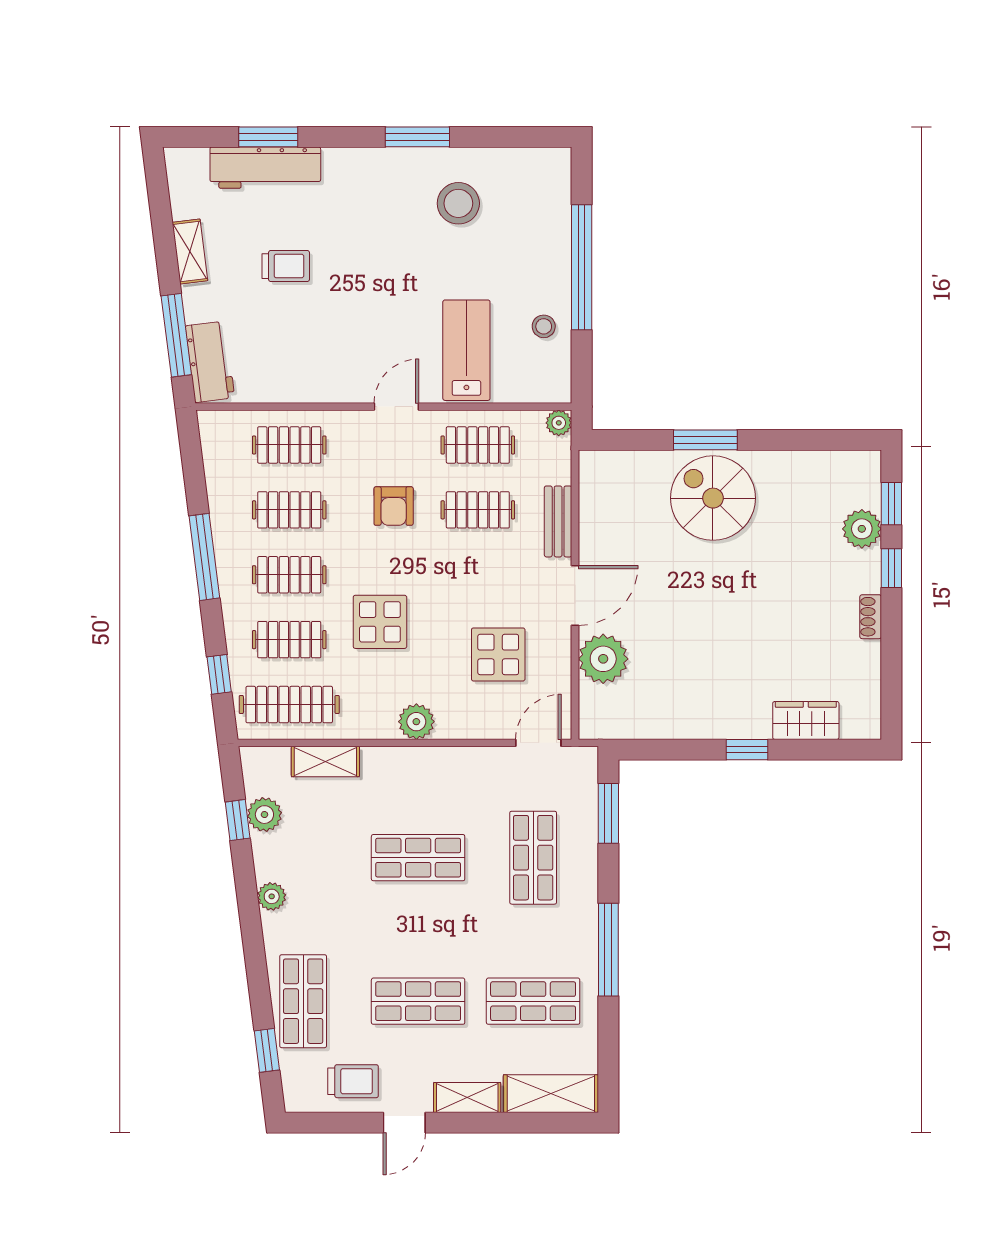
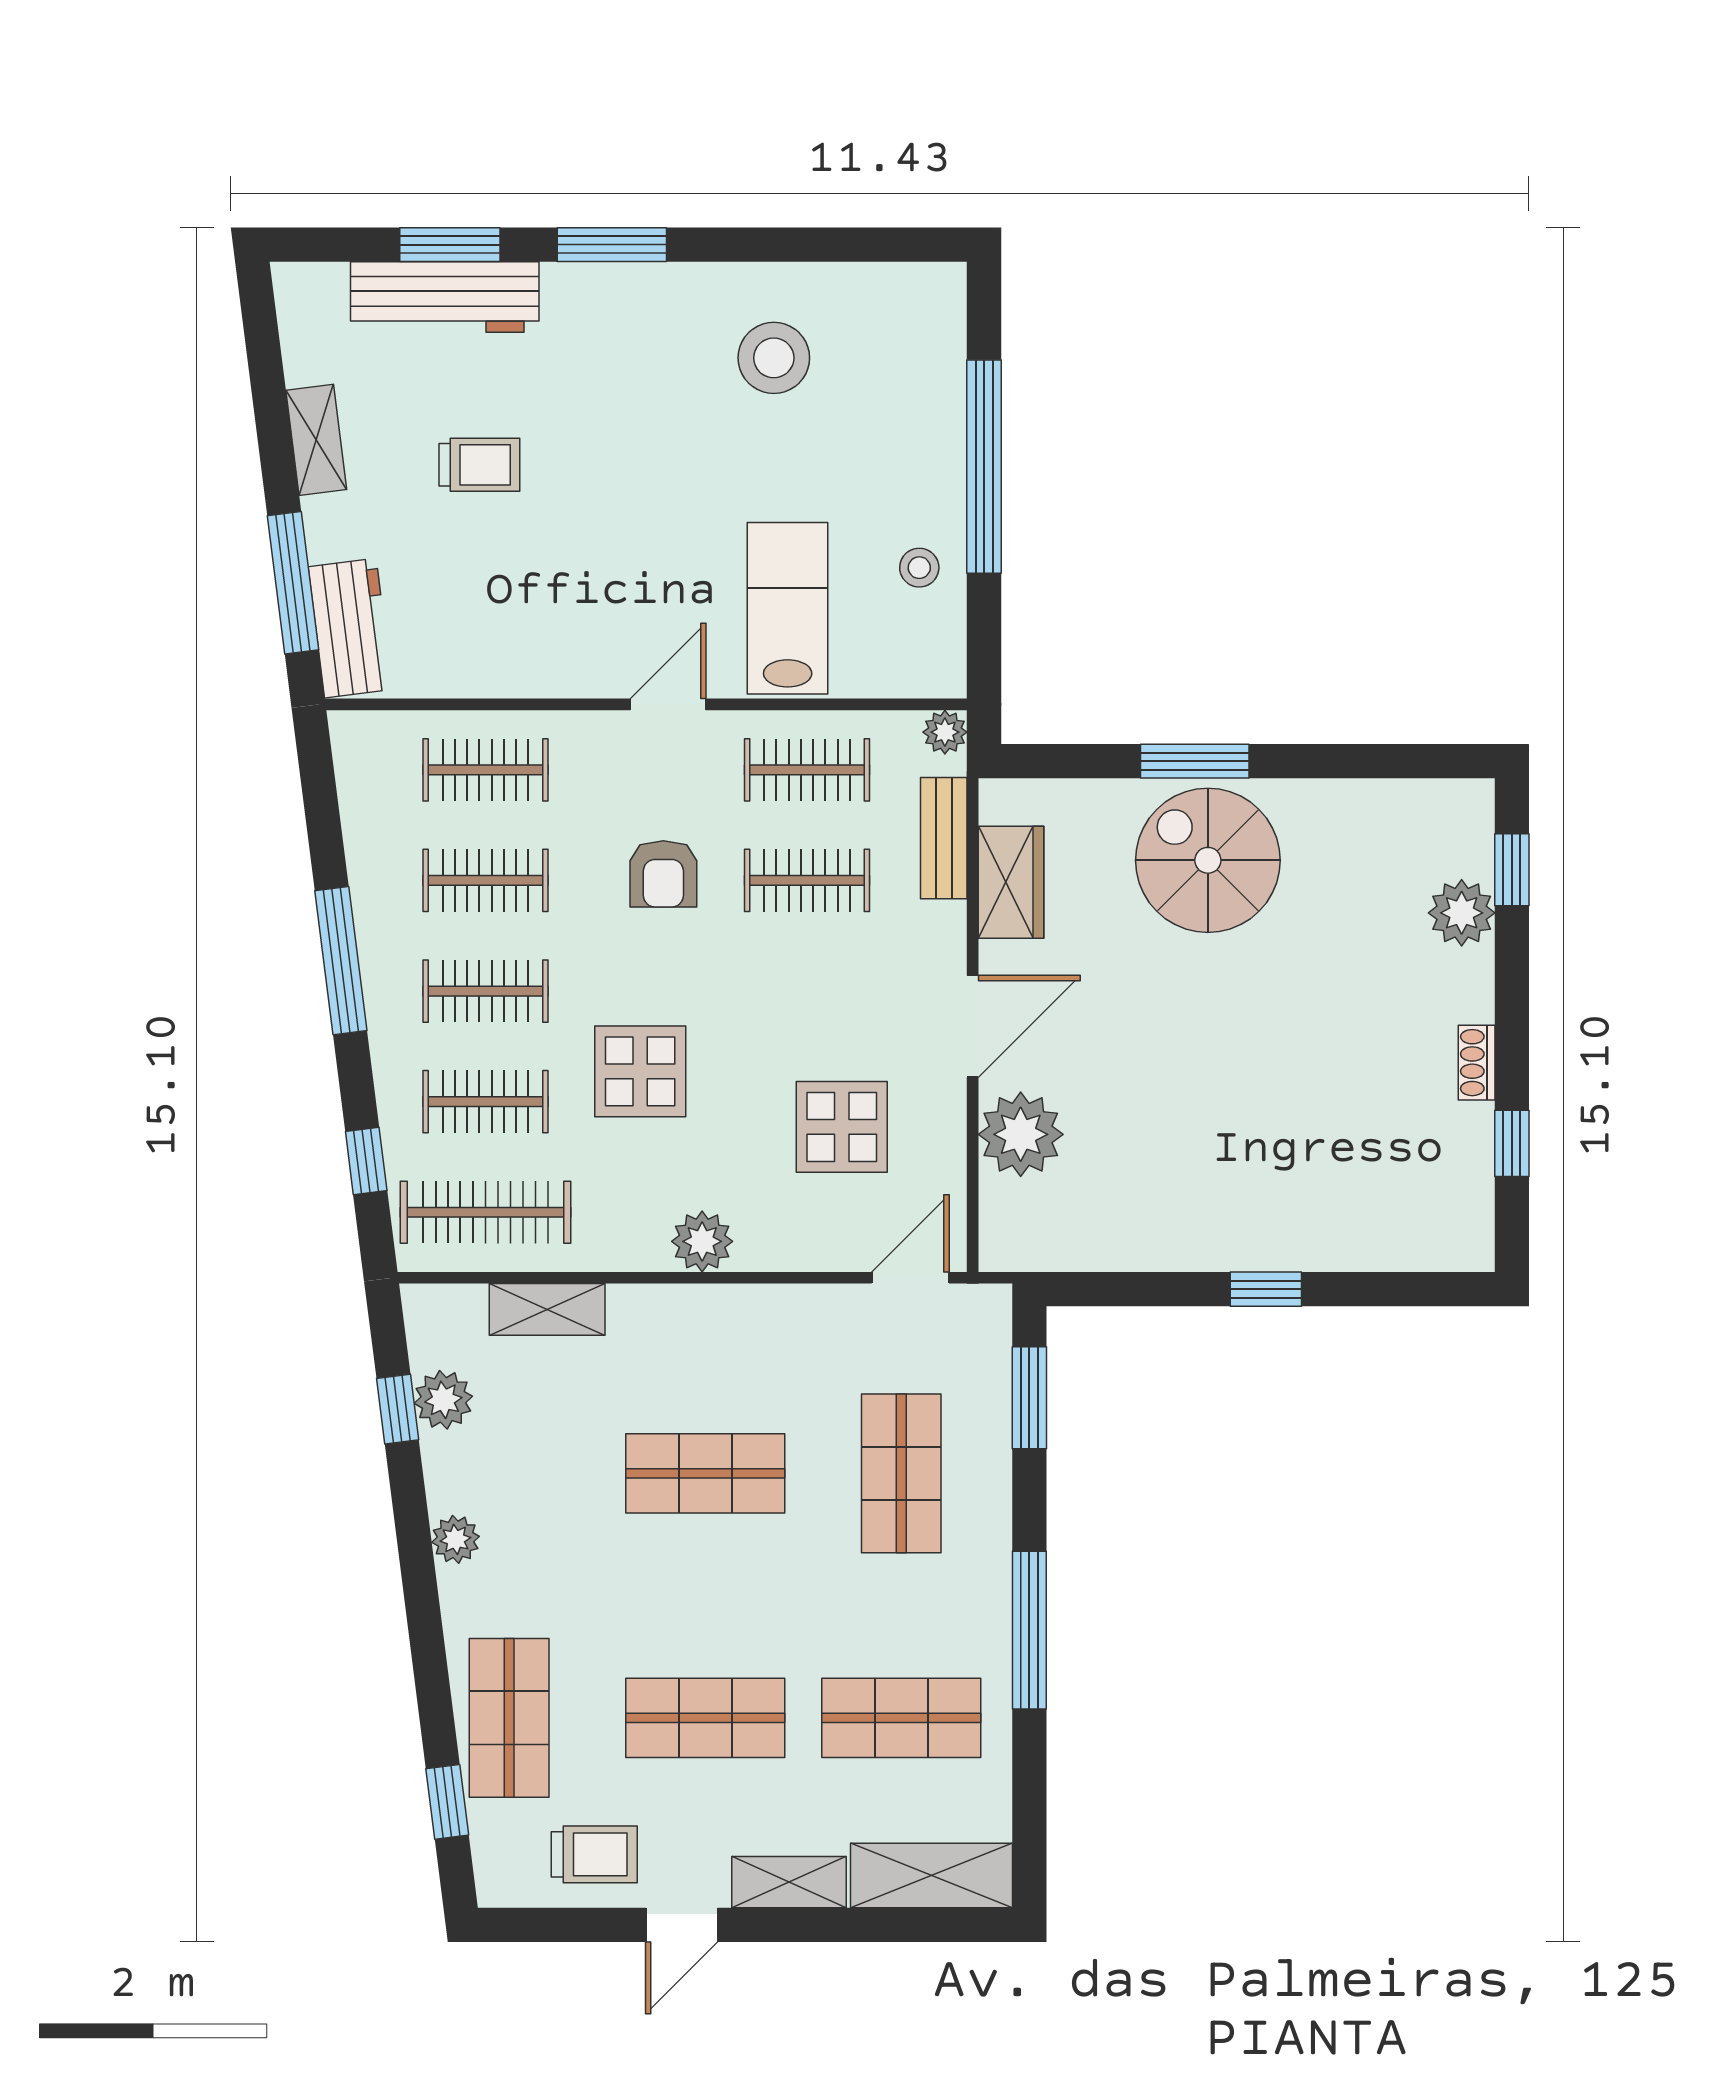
window: (417, 137) -> (612, 245), moved
bench: (558, 521) -> (944, 838), moved
window: (891, 568) -> (1512, 1143), moved
wardrobe: (806, 720) -> (1011, 882), moved, turned 90

